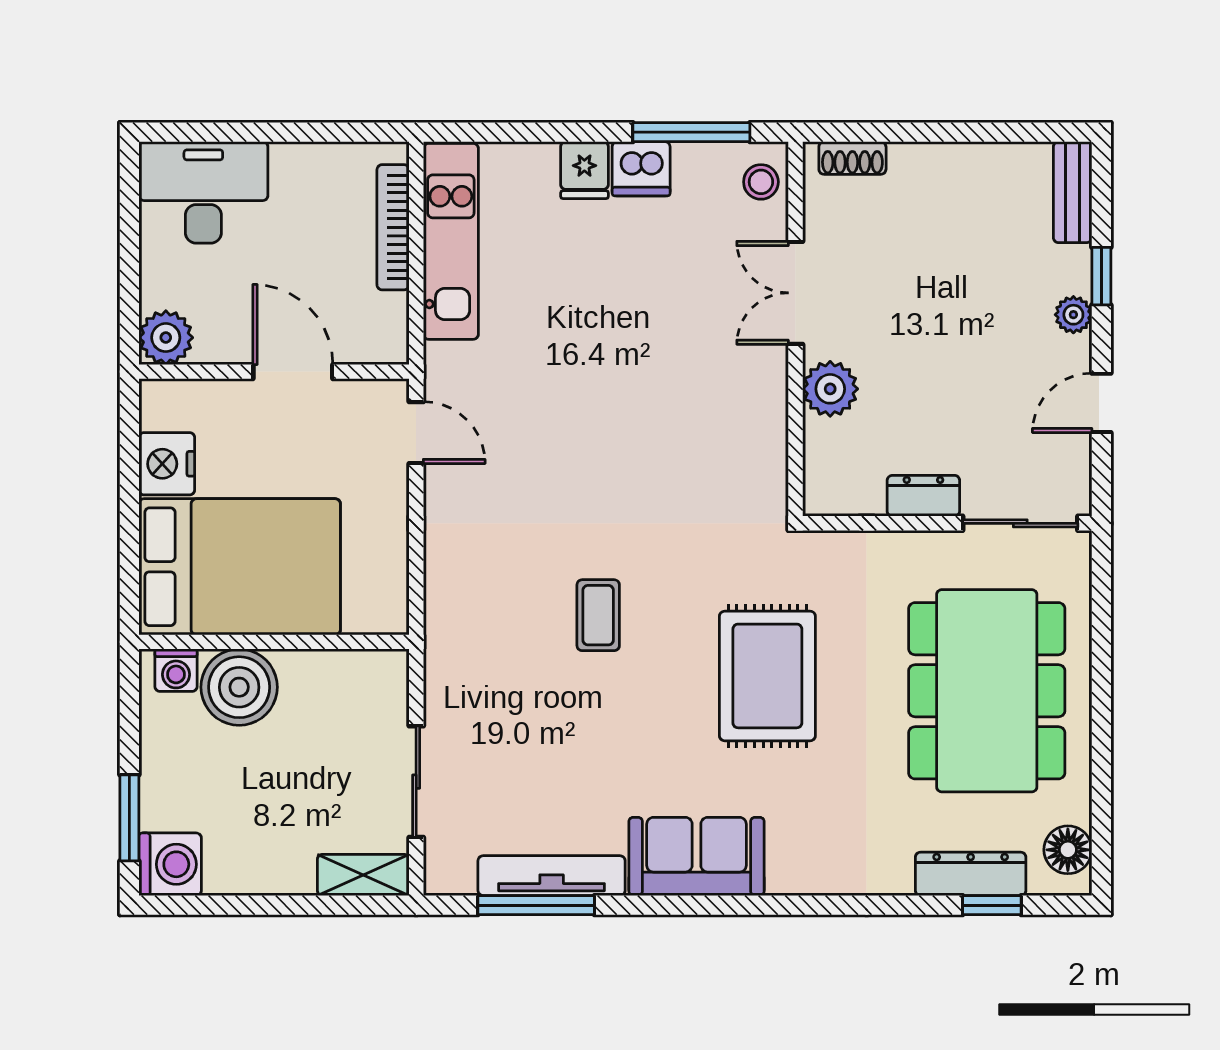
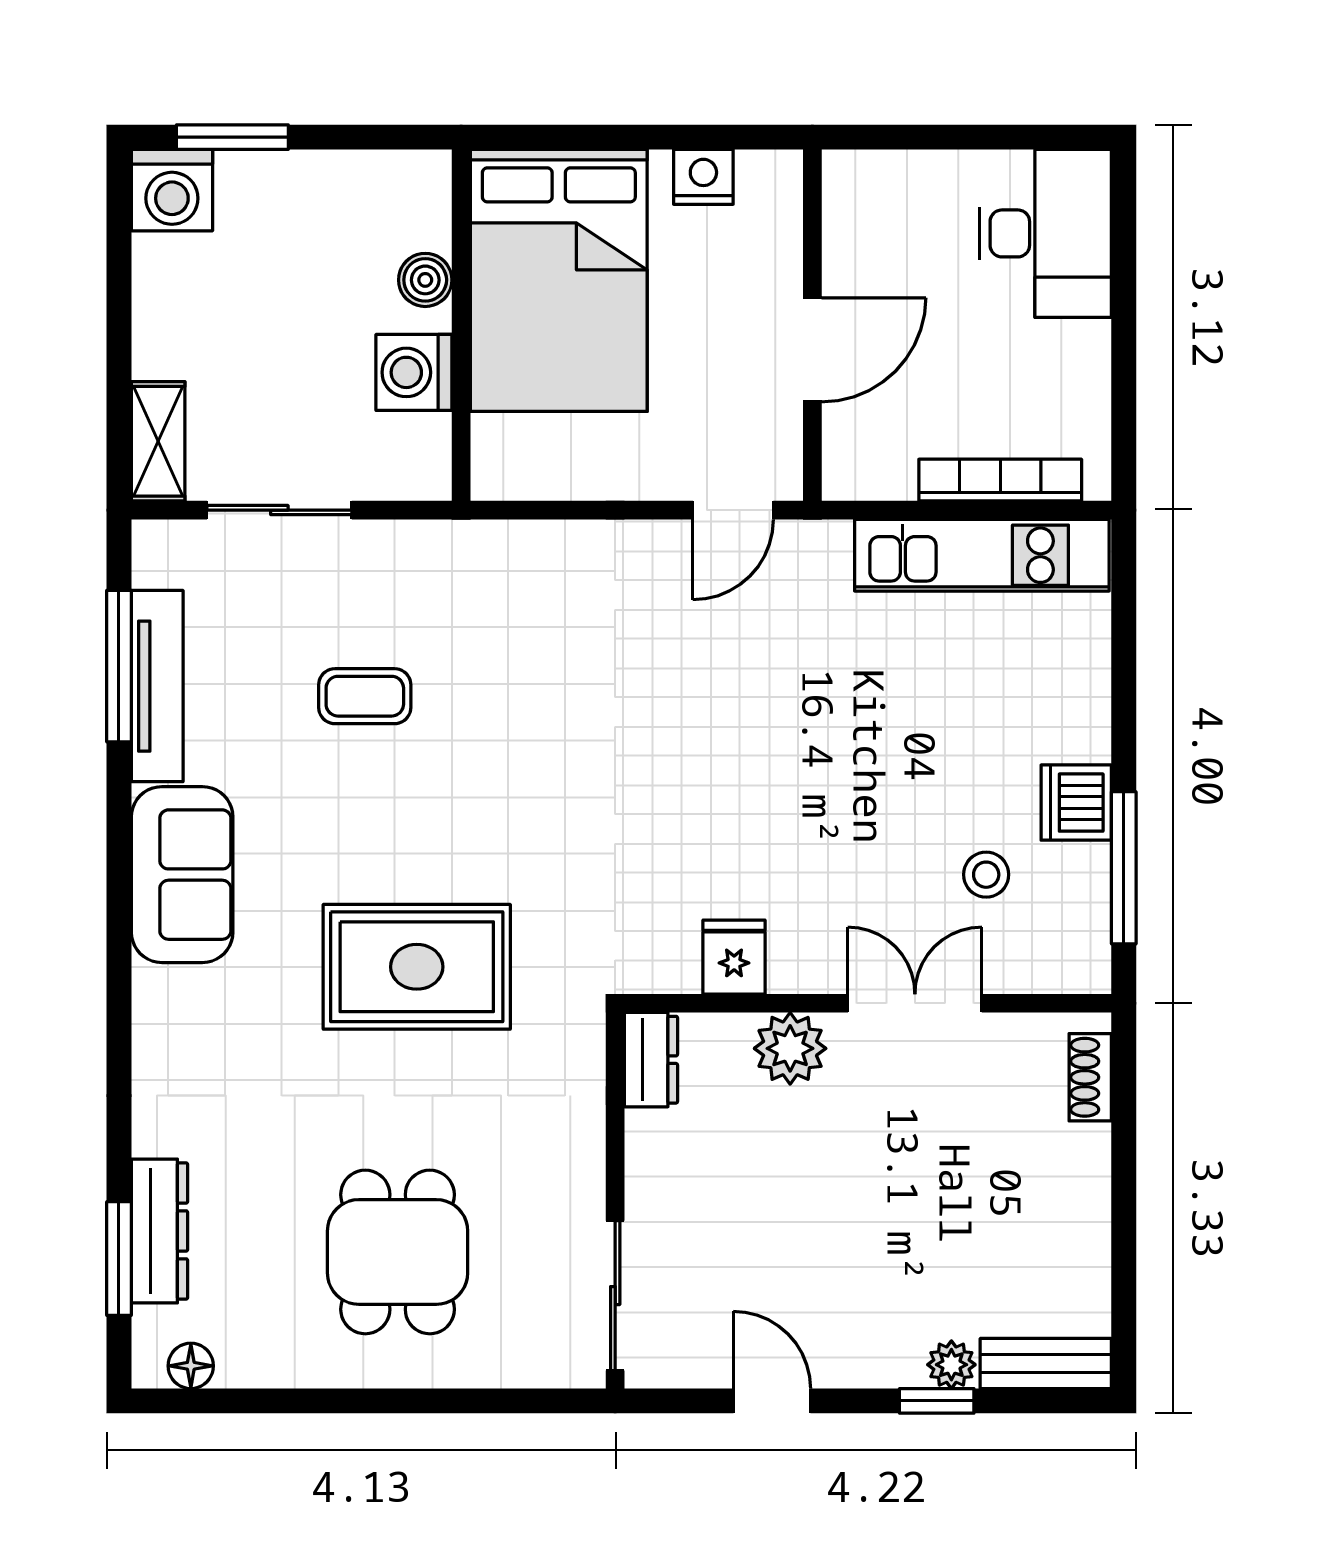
fridge: (584, 170) -> (734, 957), moved, turned 90
stool: (761, 182) -> (986, 875), moved
plant: (1073, 315) -> (951, 1365), moved
plant: (166, 338) -> (857, 185), removed
nightstand: (167, 464) -> (703, 177), width x0.74, depth x0.75
dresser: (923, 496) -> (651, 1060), moved
coffee table: (598, 615) -> (365, 696), moved
washing machine: (176, 670) -> (414, 372), moved, width x1.38, depth x1.38
boiler: (239, 687) -> (425, 280), width x0.54, depth x0.54
dining table: (987, 691) -> (398, 1252), width x0.53, depth x0.80
floor lamp: (1068, 850) -> (191, 1366), width x0.73, depth x0.73
window: (992, 905) -> (119, 1259), width x1.50

